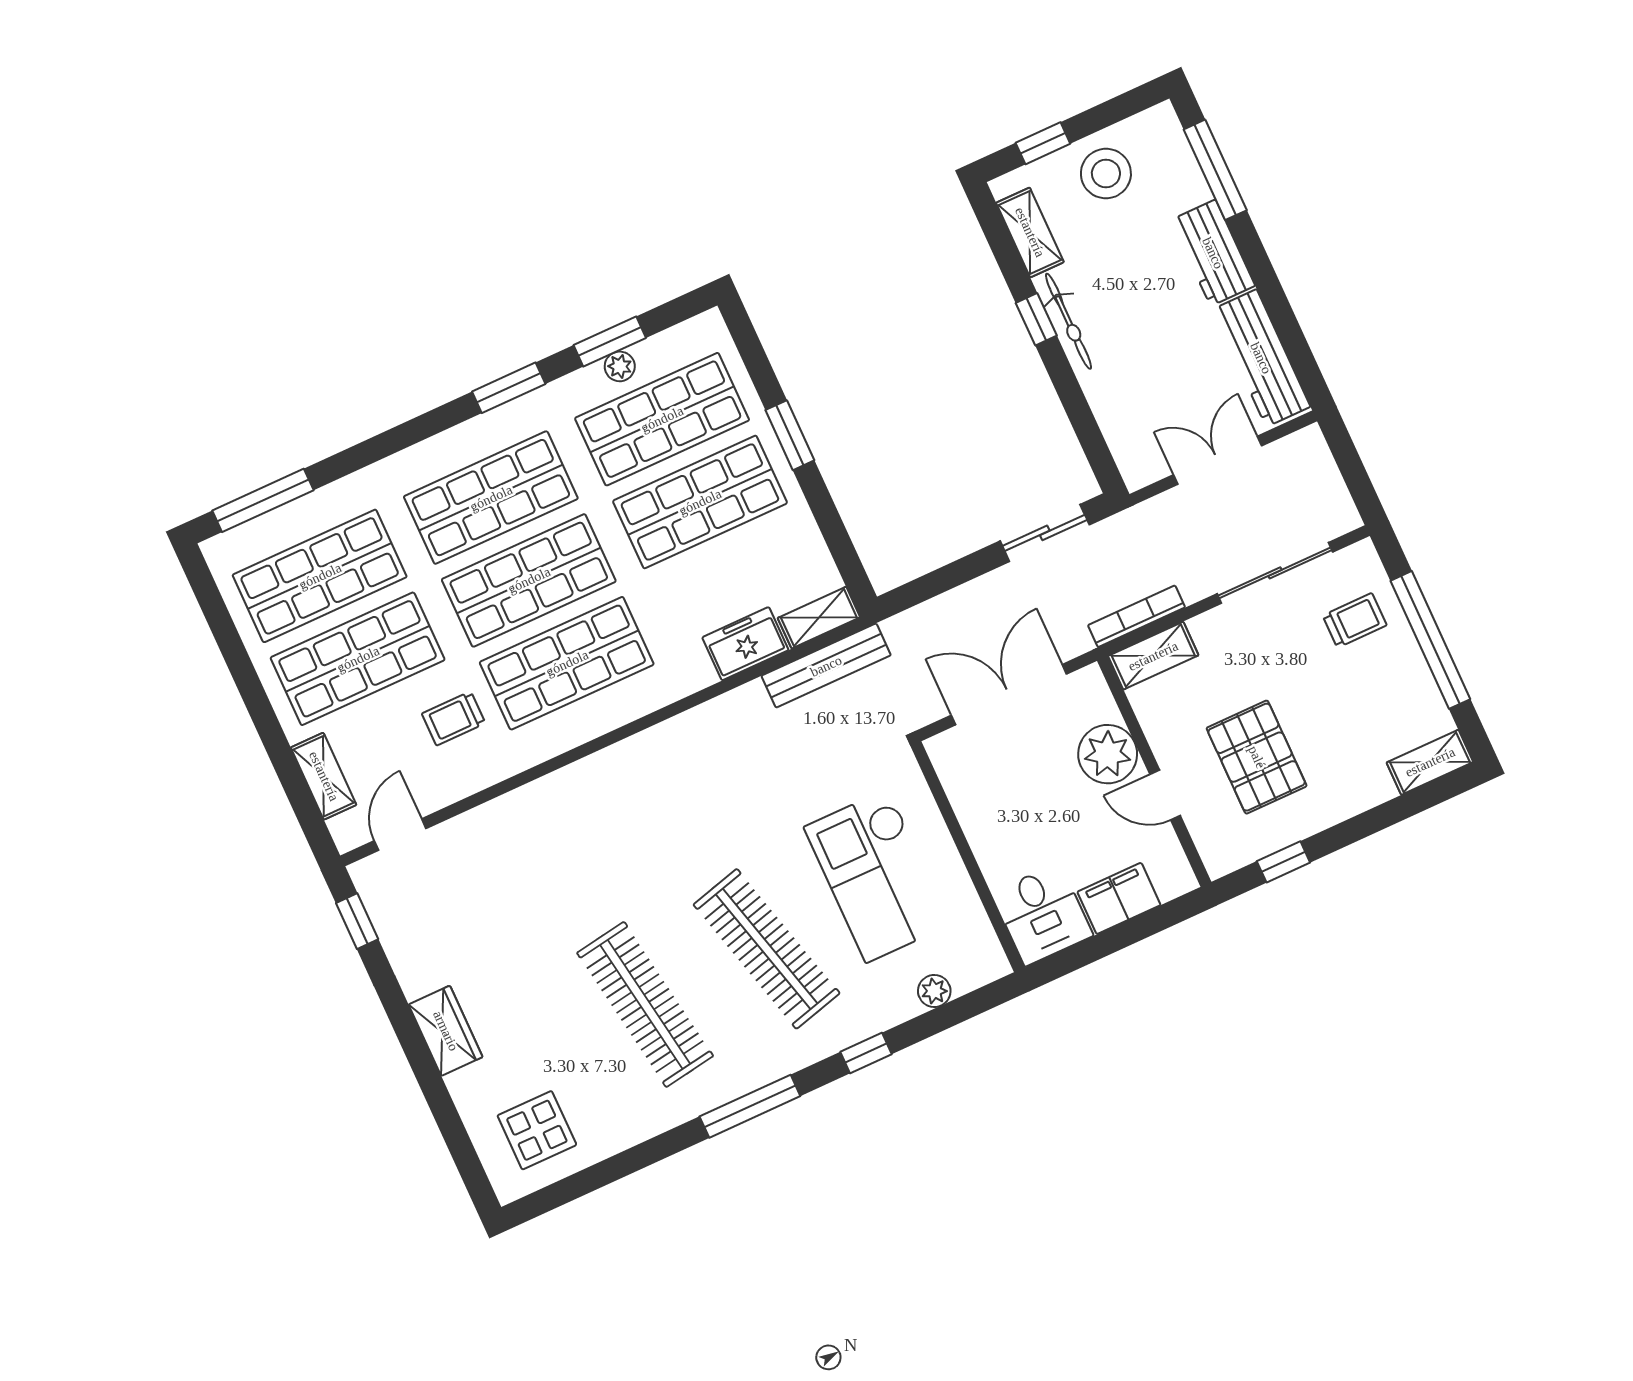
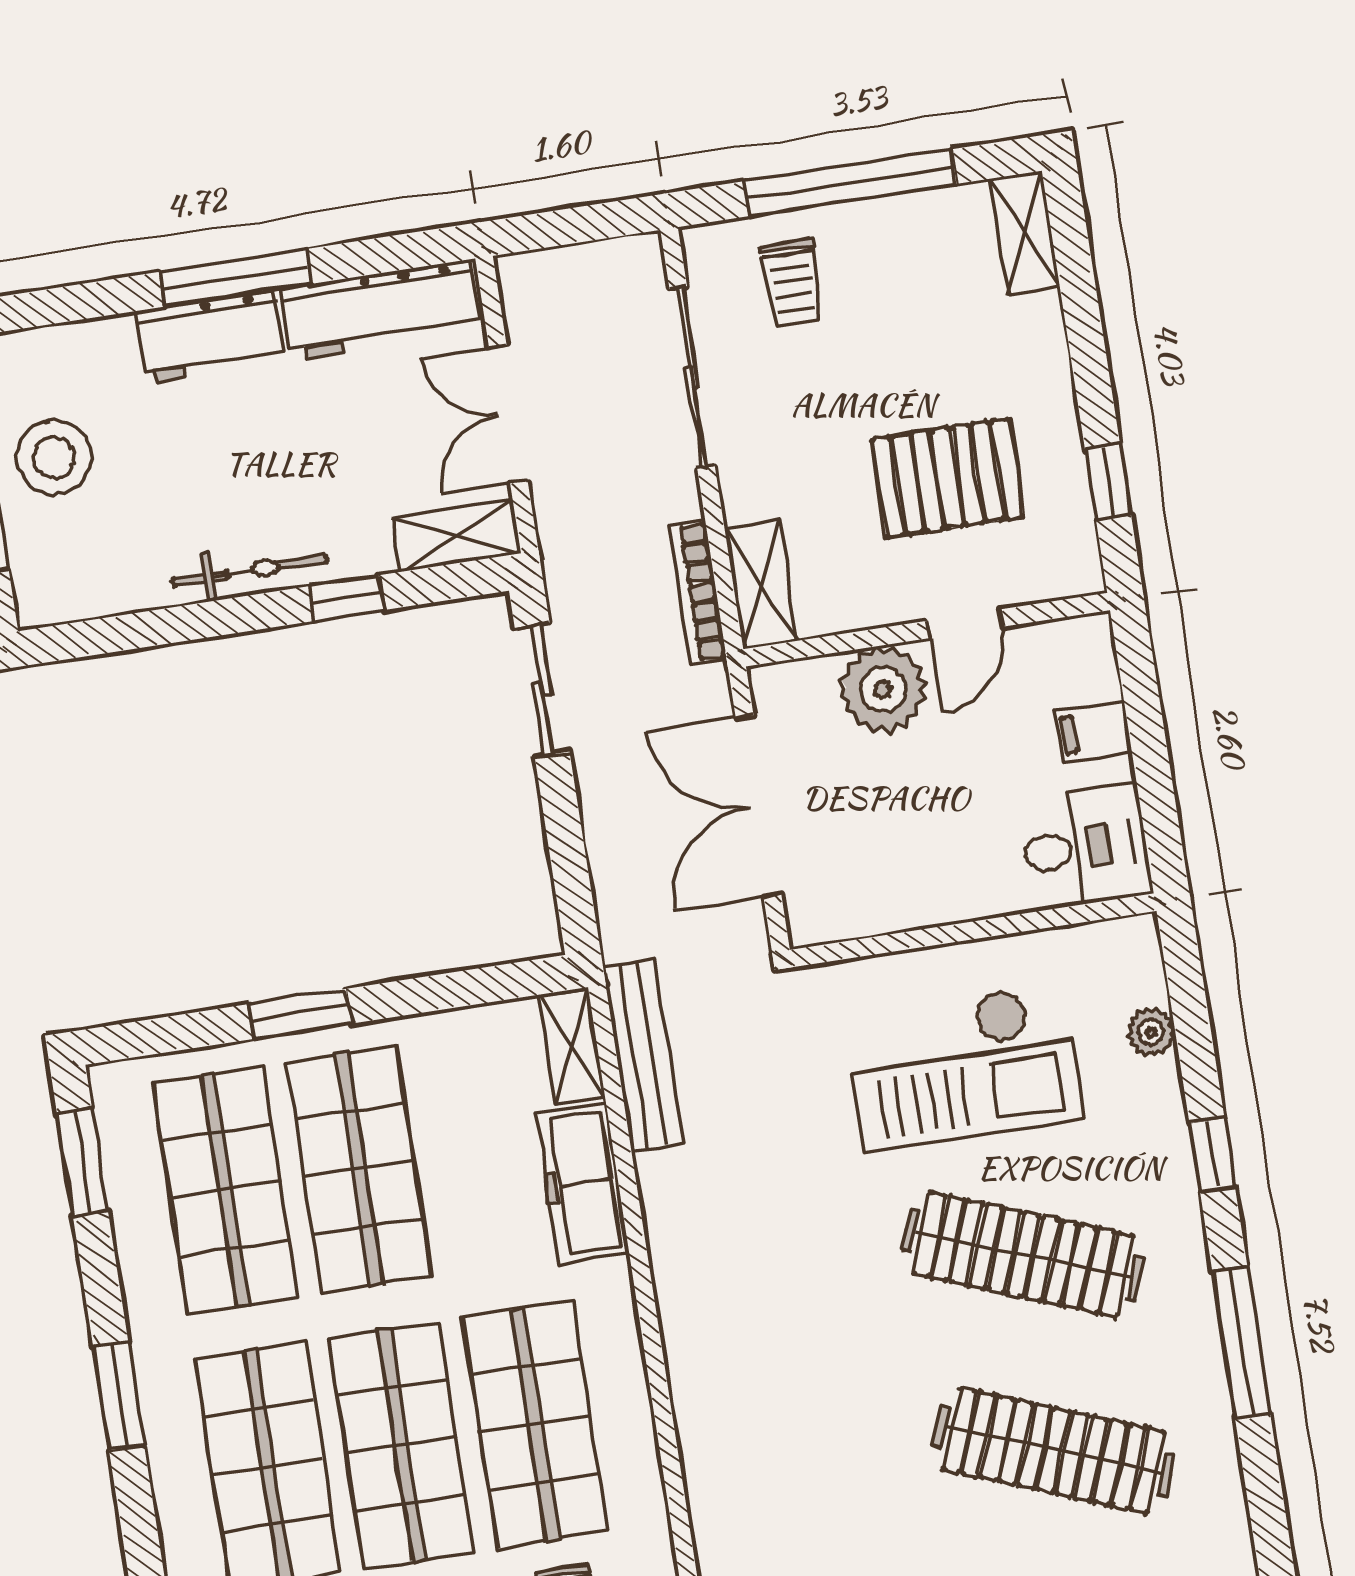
window: (1215, 170) -> (235, 278), moved
shelving: (1030, 232) -> (457, 536), moved
window: (1036, 319) -> (346, 598), moved
window: (610, 342) -> (82, 1162), moved
plant: (620, 366) -> (133, 1229), removed
trolley: (1355, 620) -> (792, 283), turned 180
freezer: (745, 644) -> (583, 1183), width x1.40
filing cabinet: (1119, 898) -> (1094, 731), width x0.50
clothes rail: (767, 949) -> (1023, 1255), turned 36
clothes rail: (645, 1004) -> (1054, 1450), turned 30

